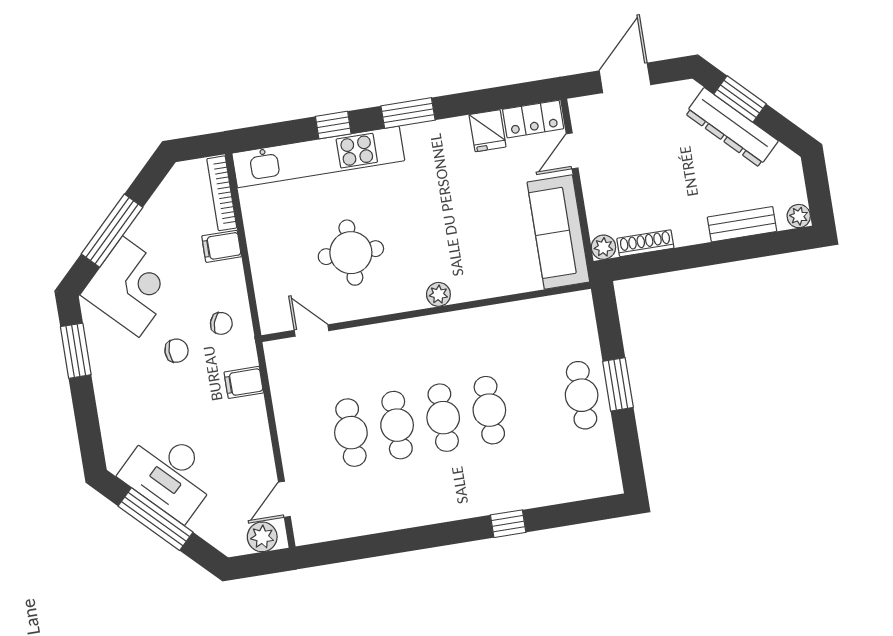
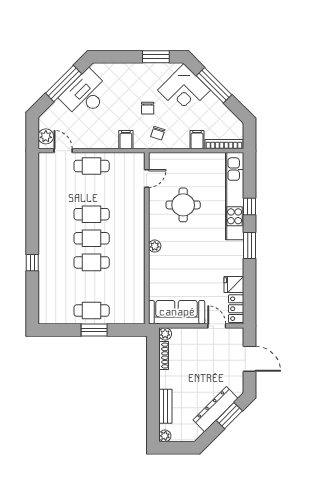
cafe table: (351, 433) -> (92, 166), moved

